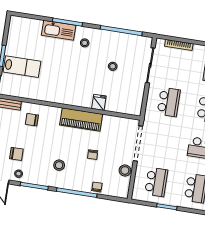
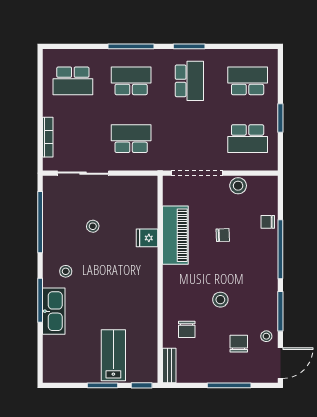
piano: (81, 119) -> (175, 235), moved
stool: (59, 165) -> (220, 300), moved
school desk: (156, 182) -> (248, 139), turned 180

